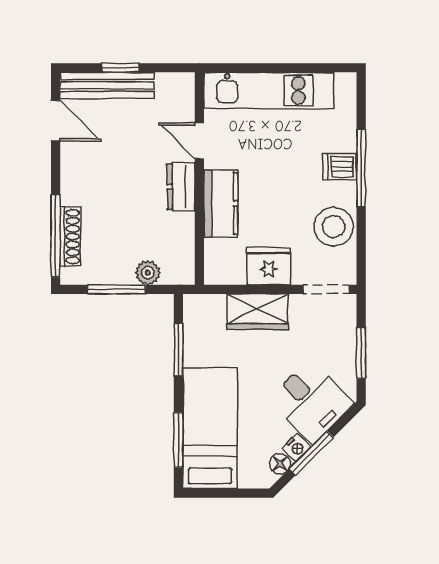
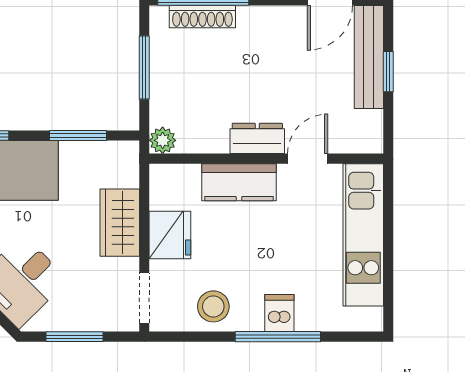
stool: (334, 227) -> (213, 306), width x0.73, depth x0.73
plant: (148, 273) -> (163, 140), moved

